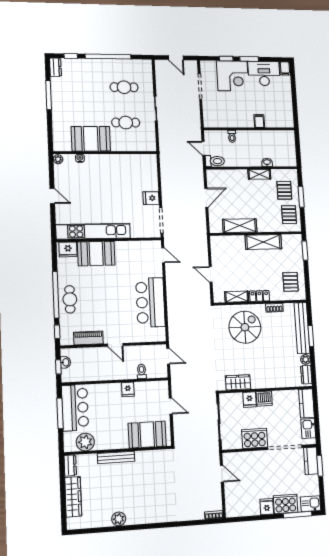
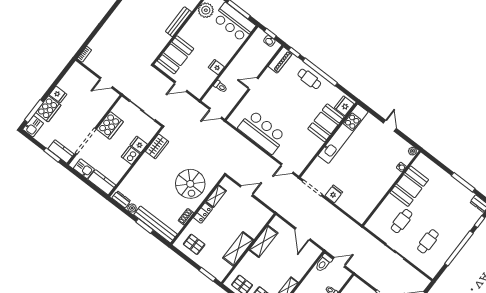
door: (52, 196) -> (390, 126), swing flipped
piano: (88, 338) -> (280, 60), moved

